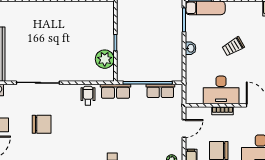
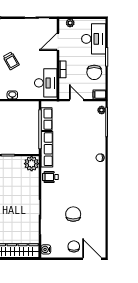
plant: (105, 59) -> (32, 164), moved
desk: (221, 90) -> (46, 83), moved
row of seats: (116, 91) -> (47, 149), width x1.48

